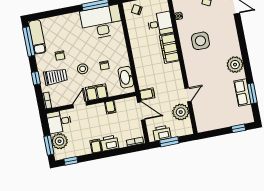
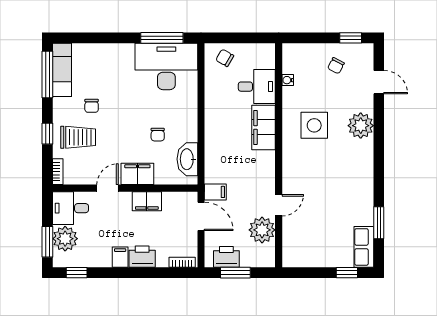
plant: (235, 65) -> (361, 126), moved
stool: (83, 69) -> (123, 133), removed
row of seats: (242, 93) -> (364, 247), moved
filing cabinet: (110, 107) -> (147, 201), width x2.00

